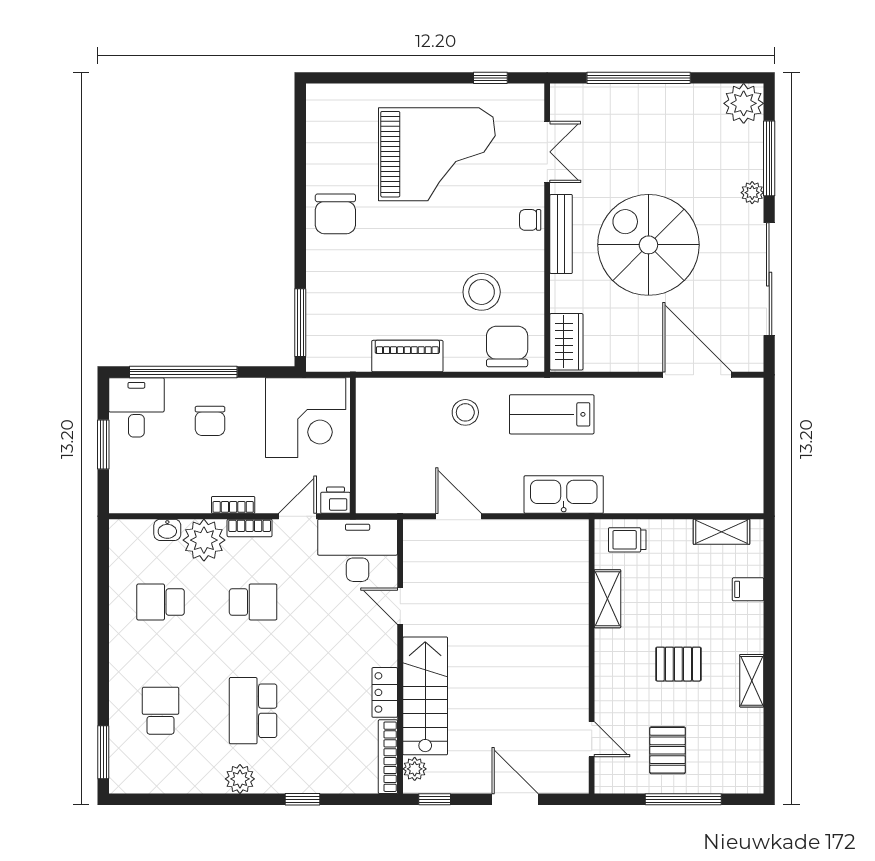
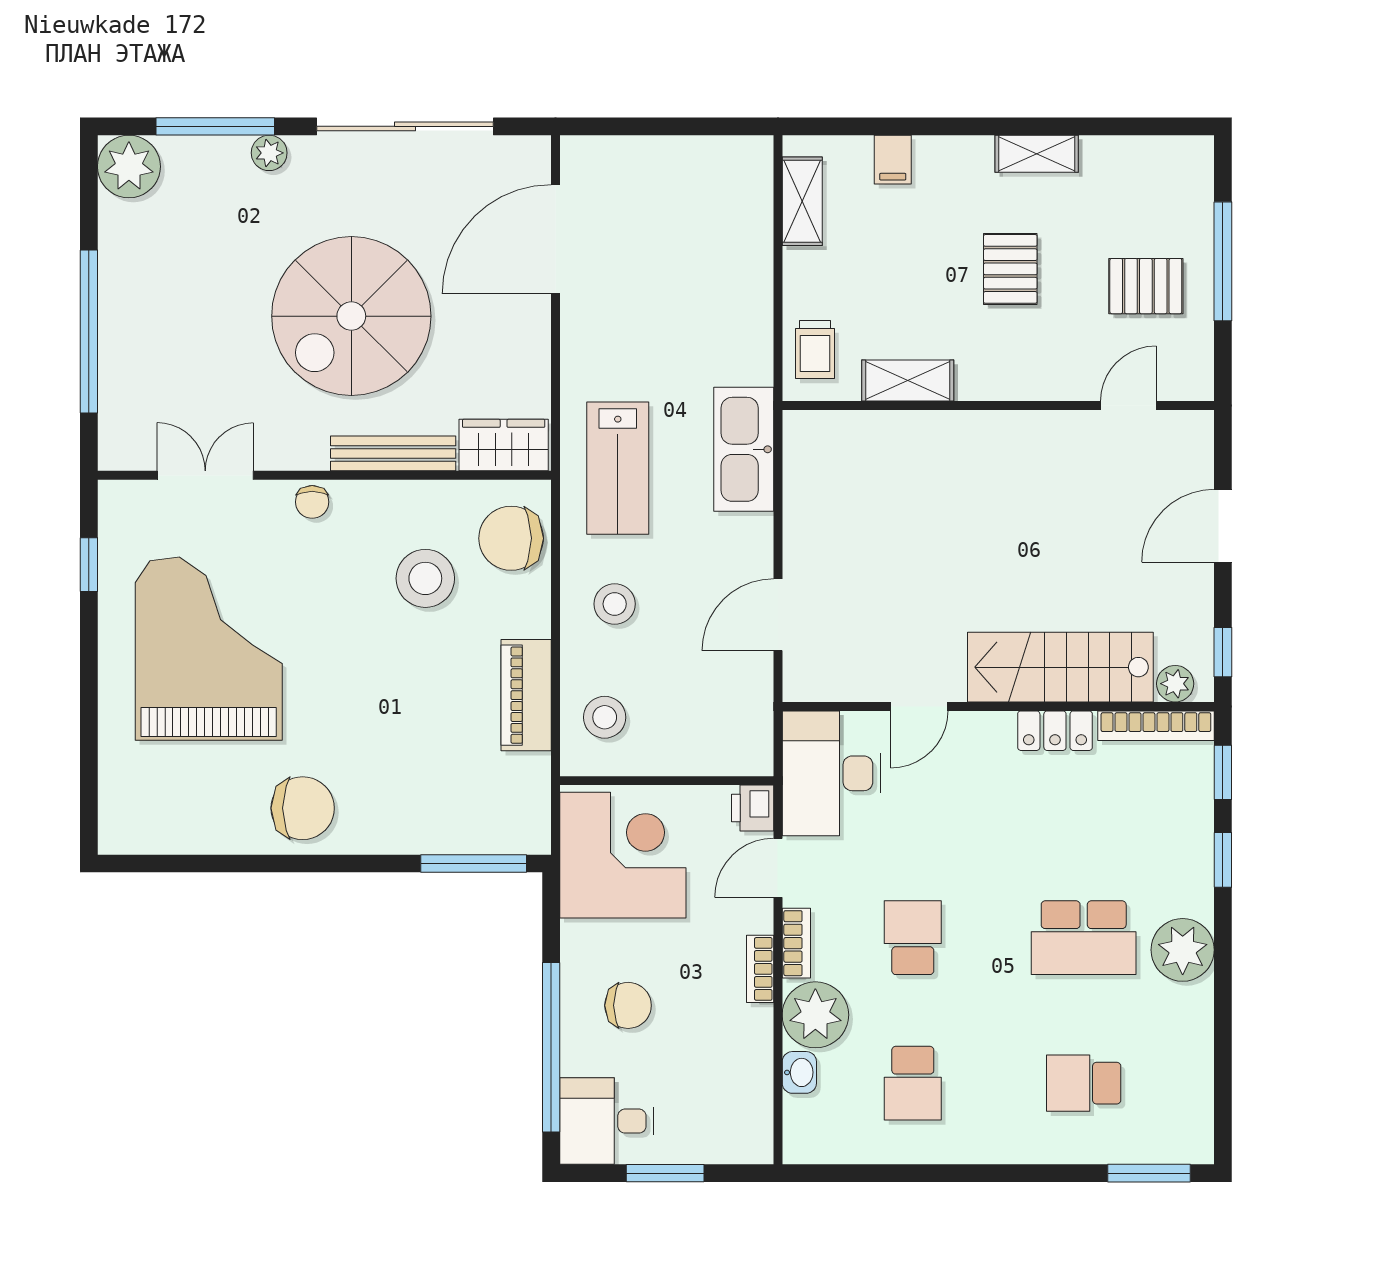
bench: (561, 234) -> (393, 453), moved
stool: (393, 406) -> (605, 717), added
door: (297, 516) -> (778, 868), hinge flipped
plant: (240, 779) -> (1183, 950), width x1.36, depth x1.36
window: (358, 799) -> (1223, 772), added

